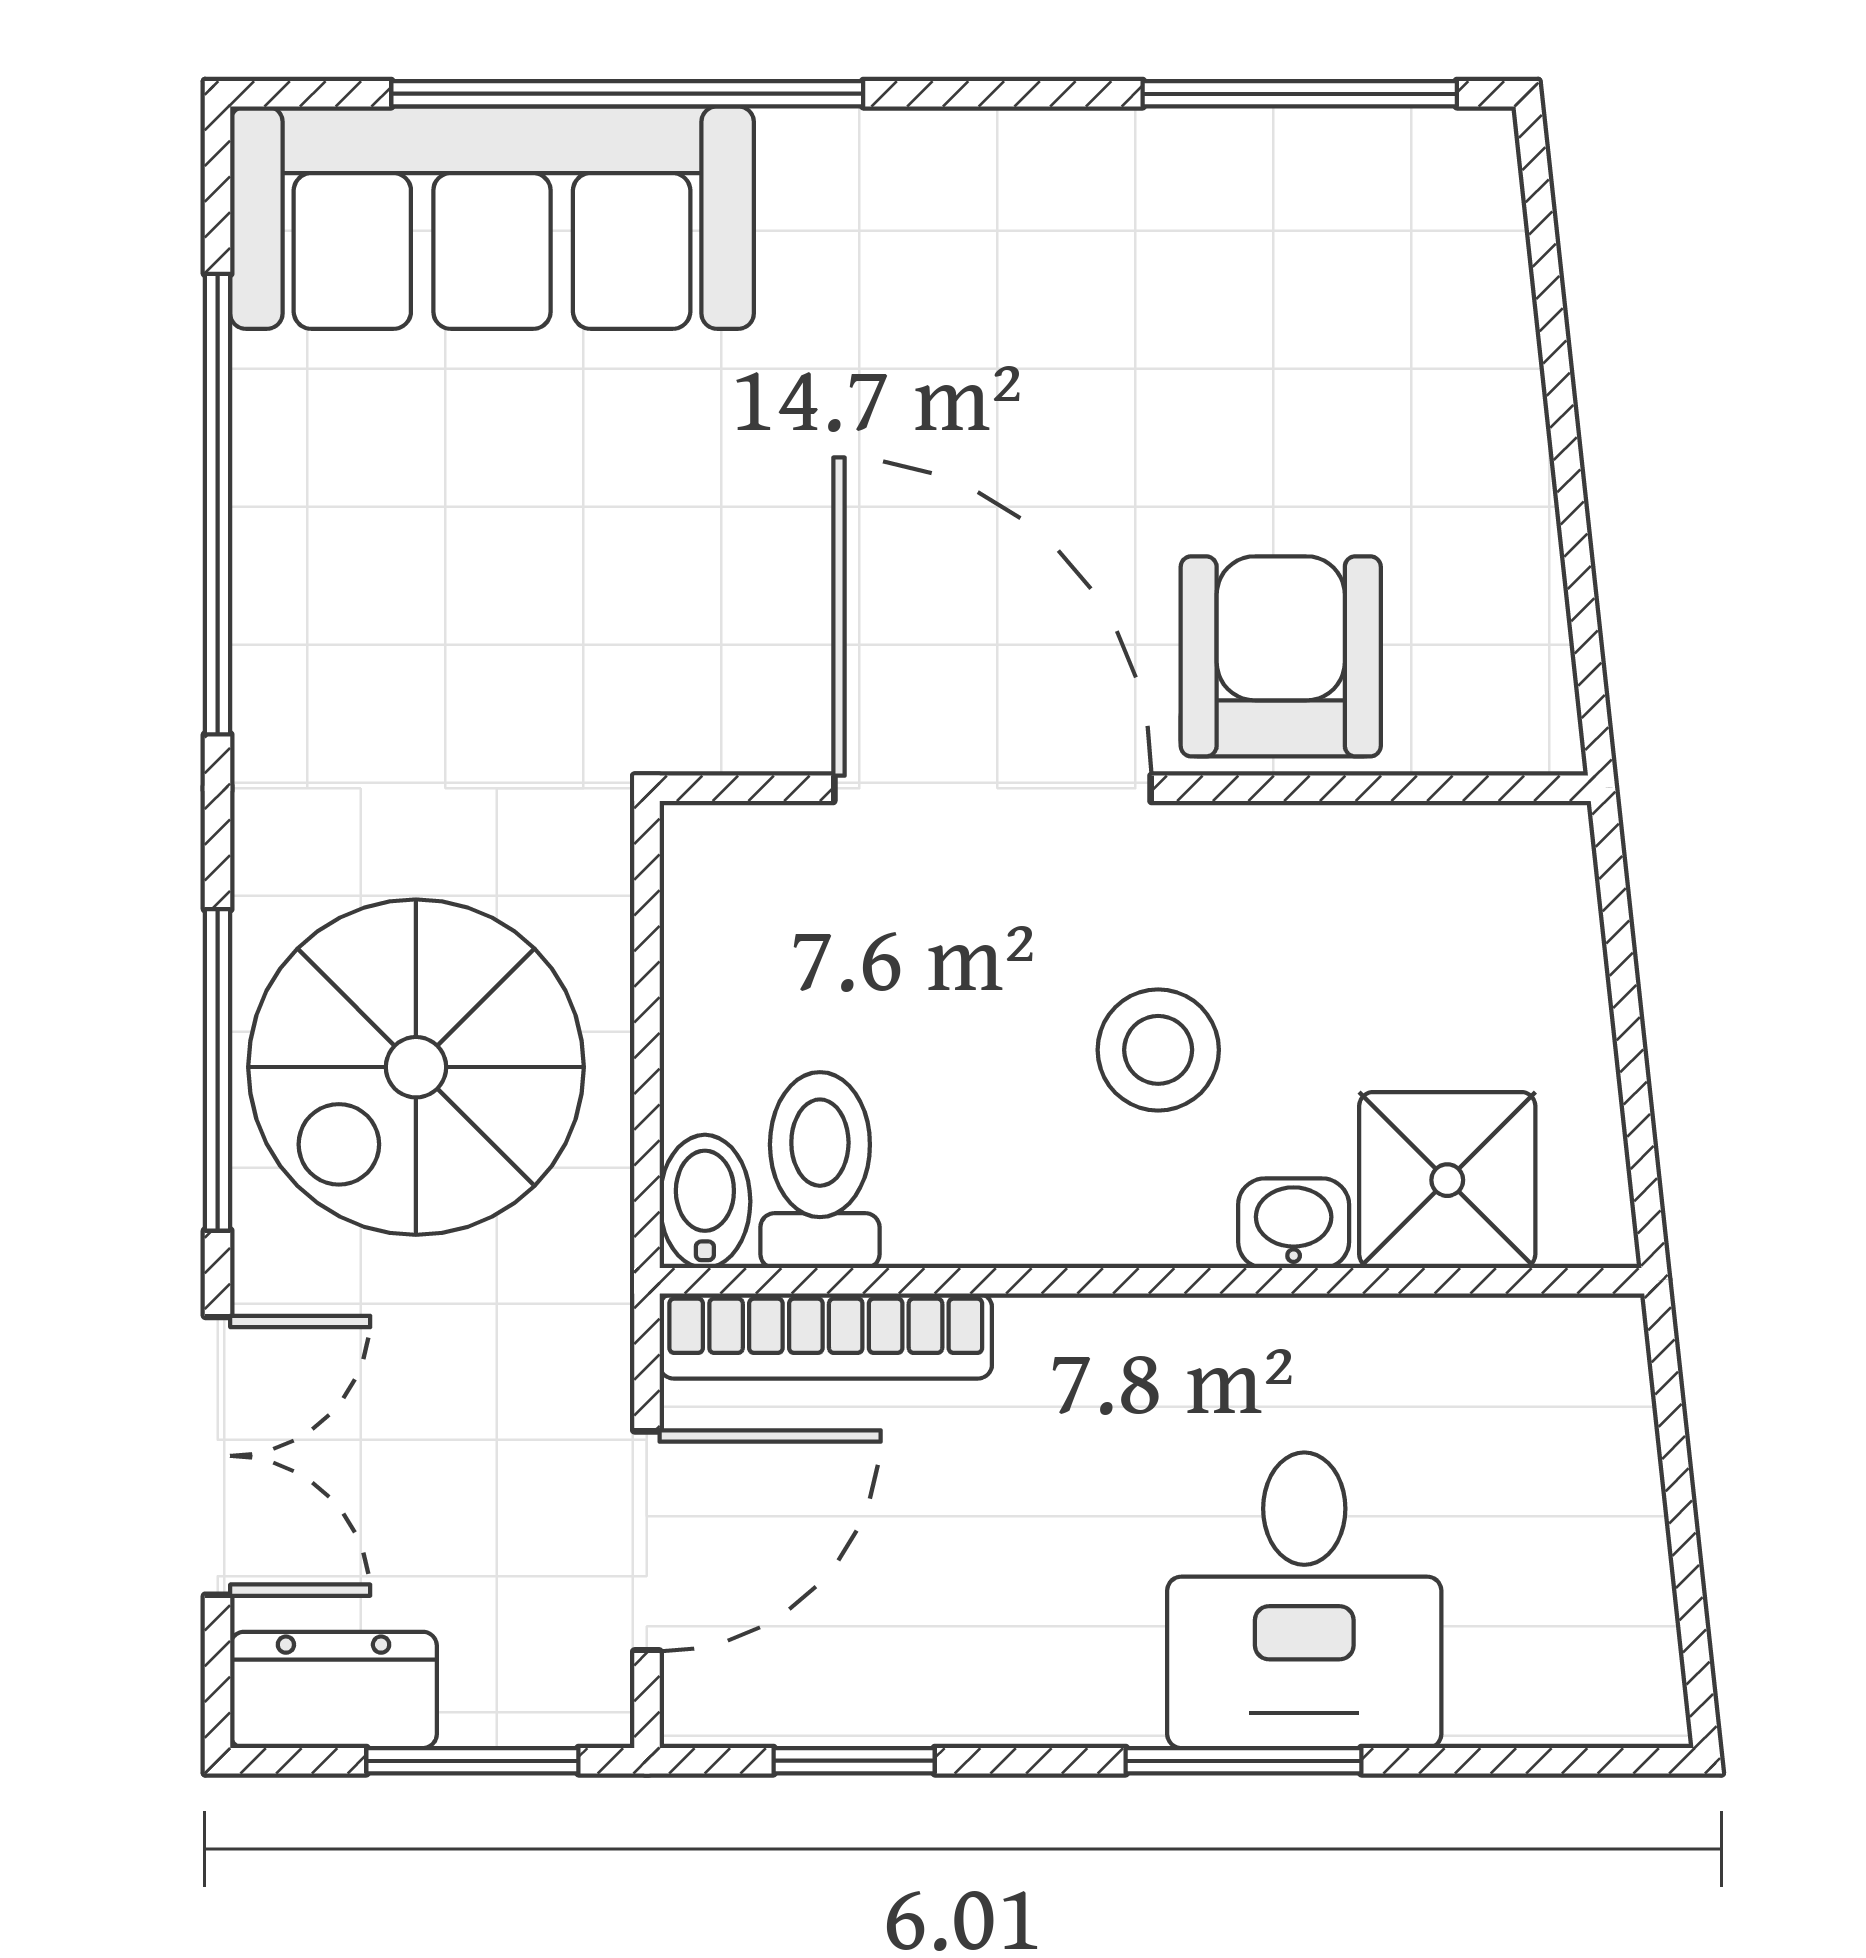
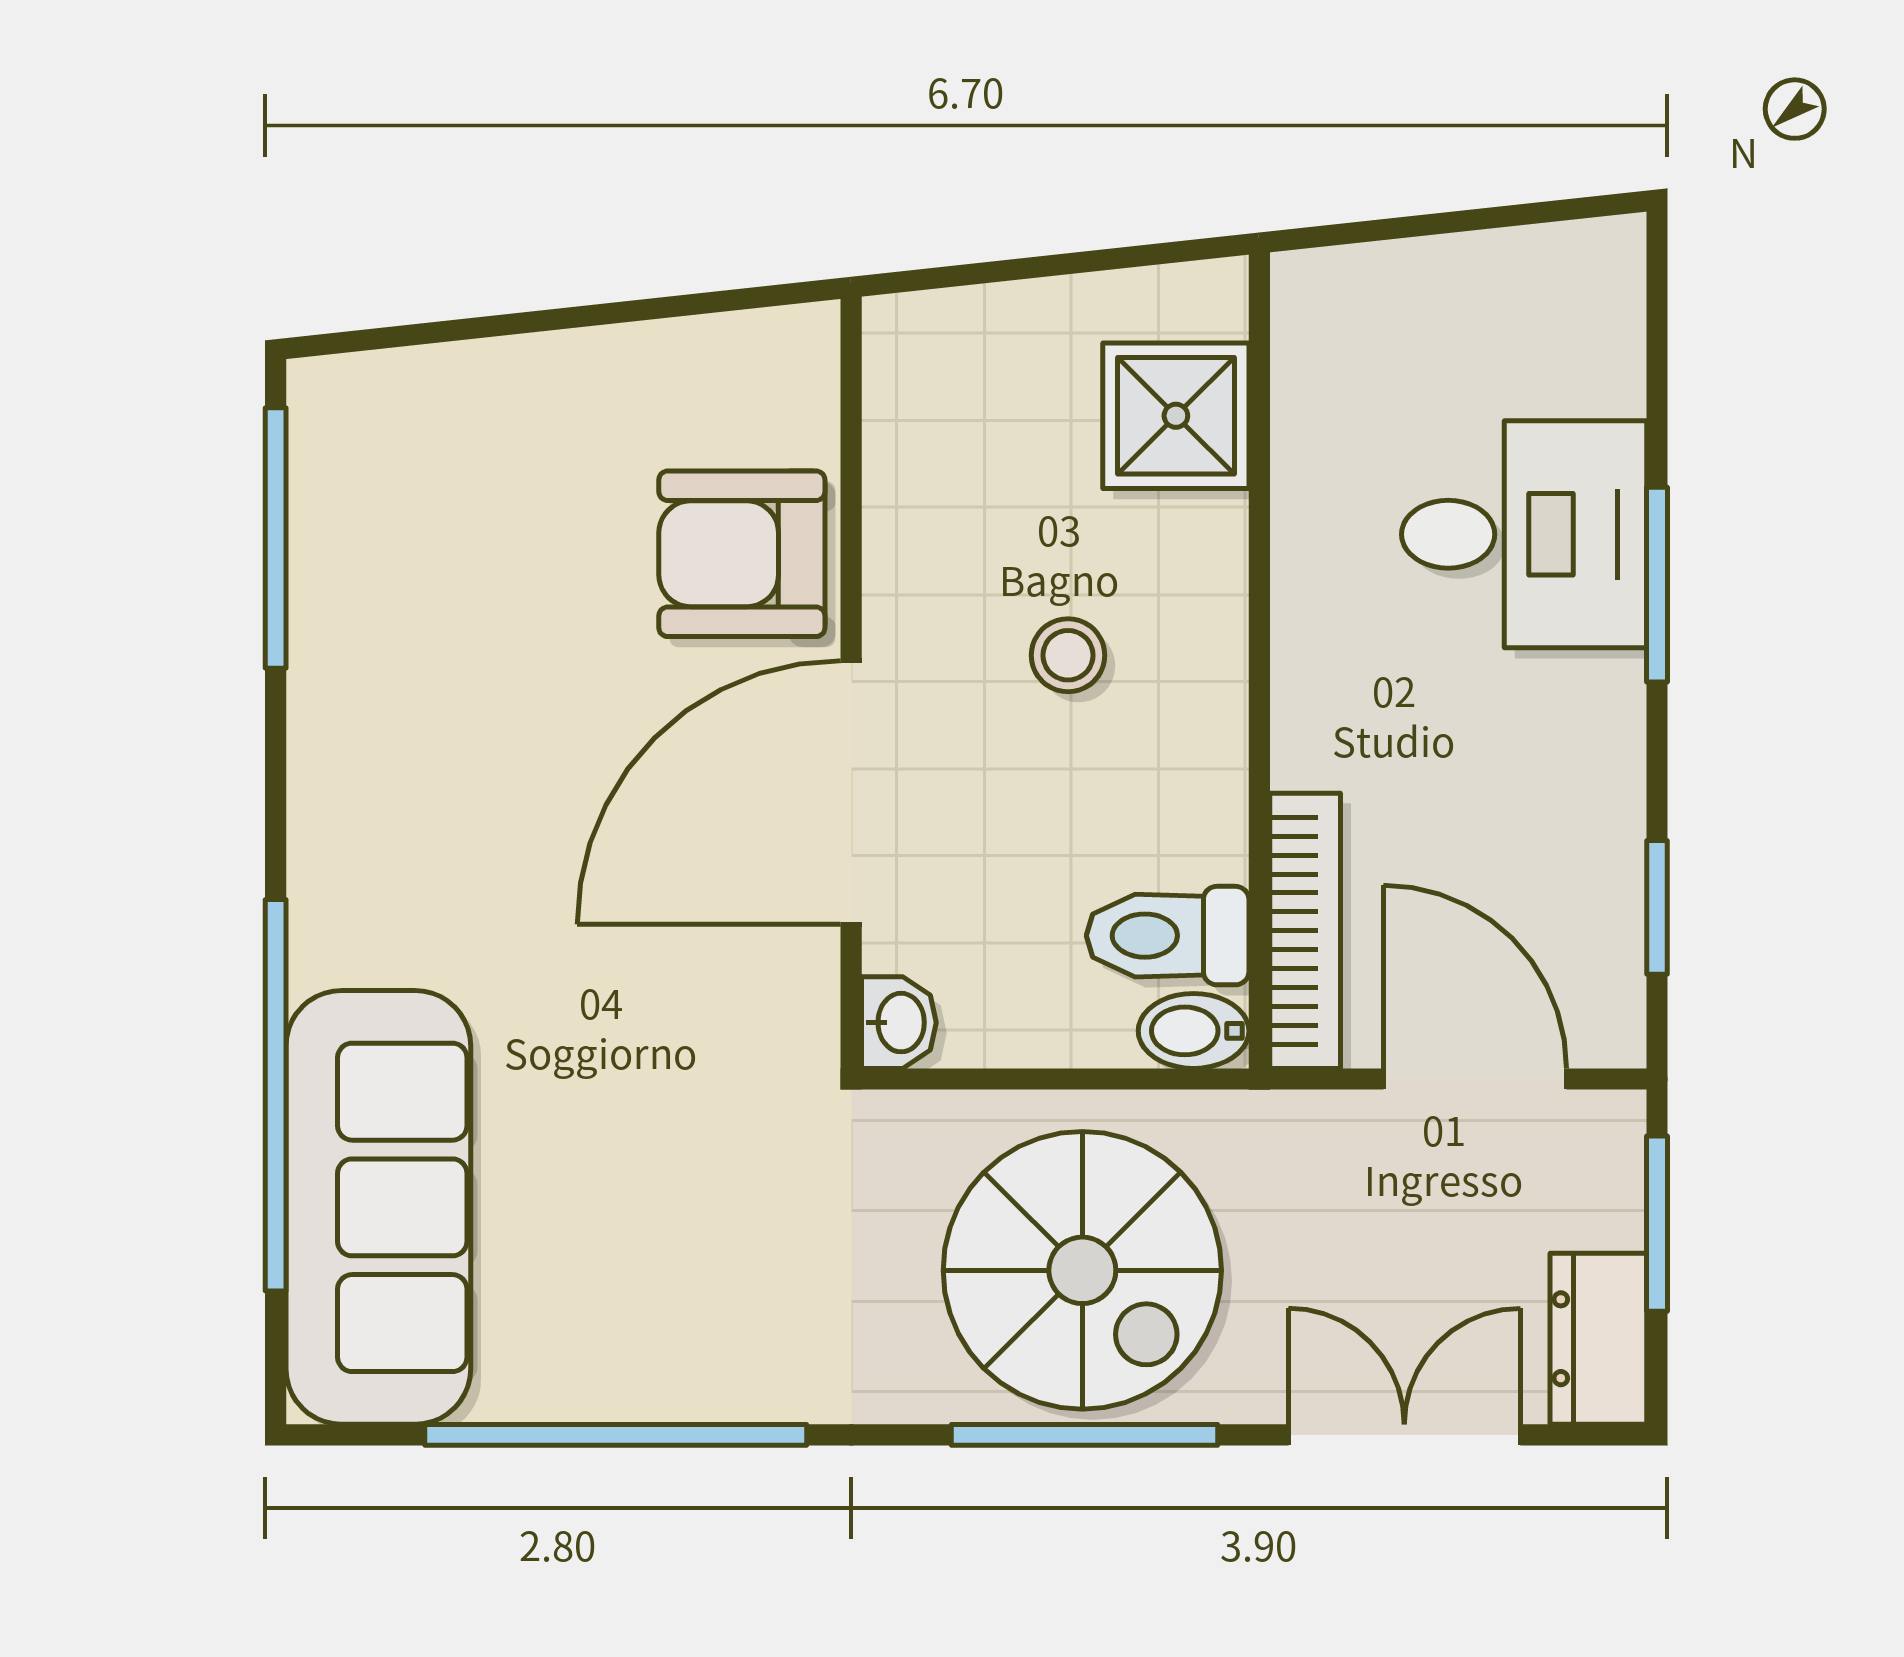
stool: (1158, 1050) -> (1068, 655), width x0.73, depth x0.73
washbasin: (1294, 1223) -> (899, 1023), moved, turned 180

